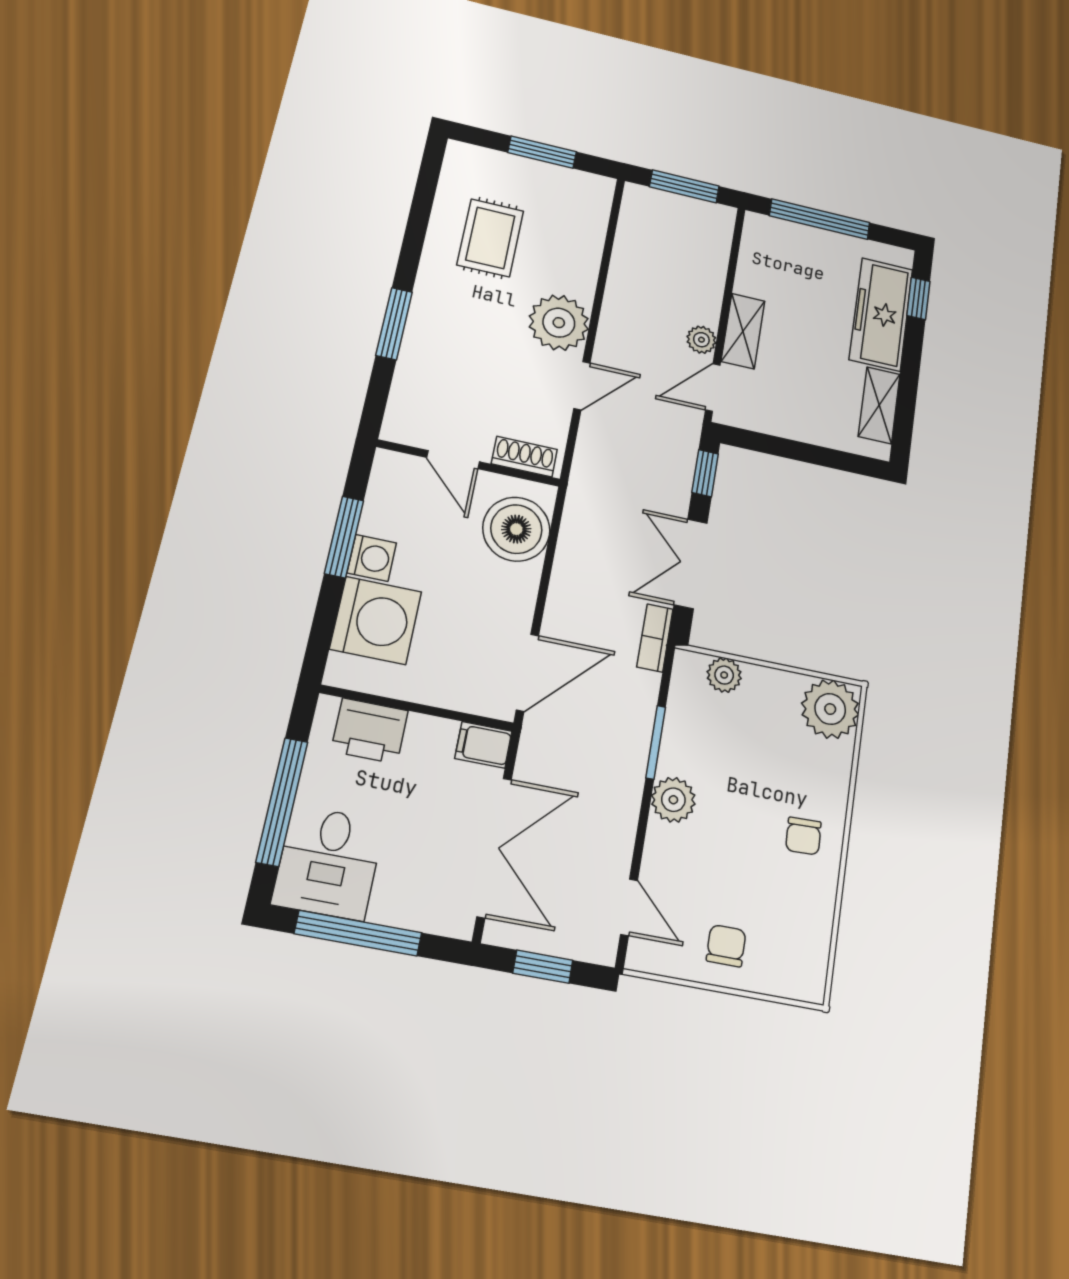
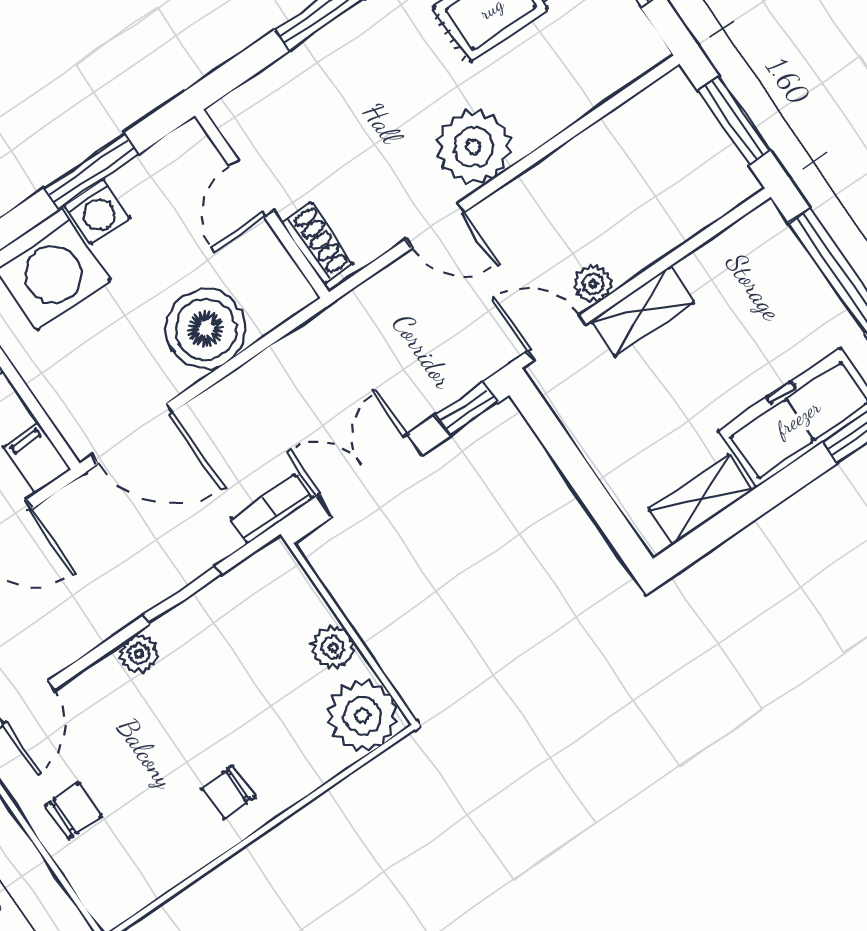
boiler: (516, 529) -> (206, 329), moved
plant: (724, 675) -> (333, 647), moved
plant: (673, 800) -> (139, 654), width x0.73, depth x0.73

